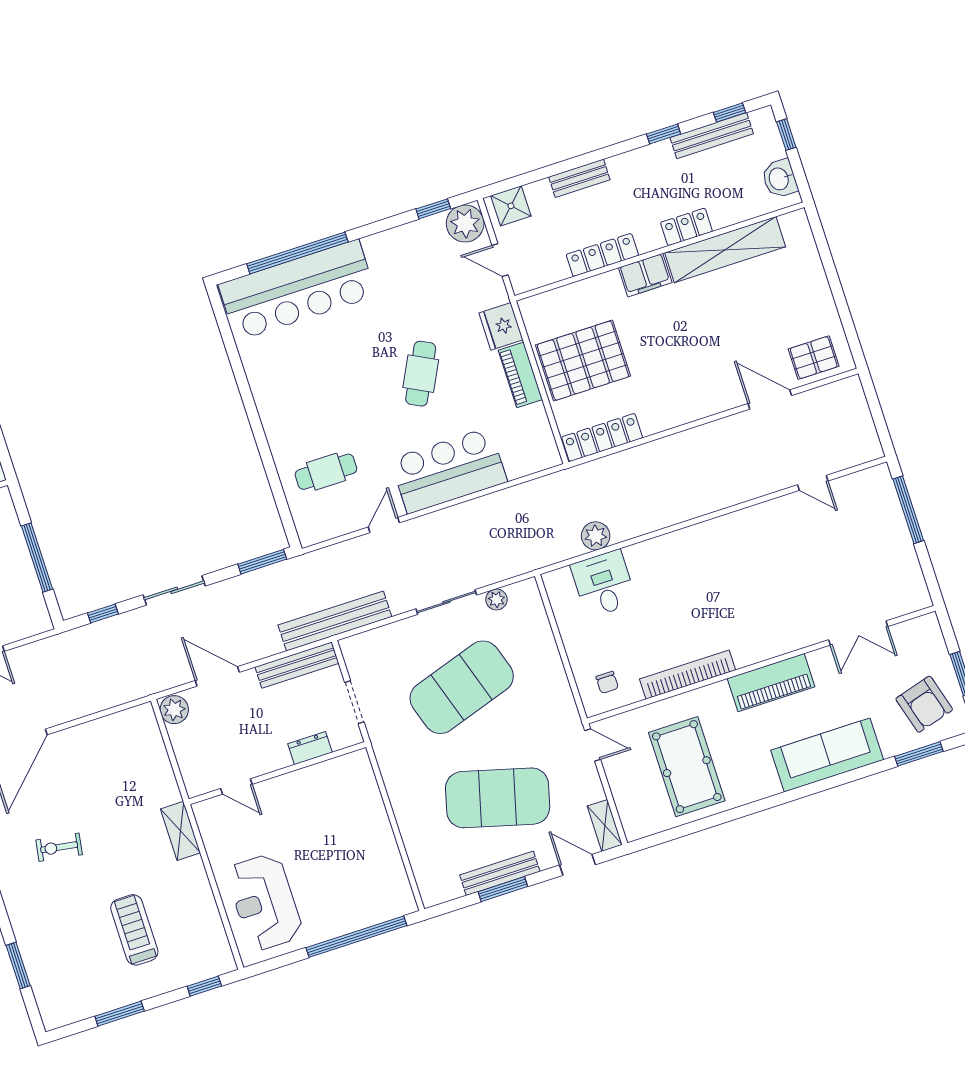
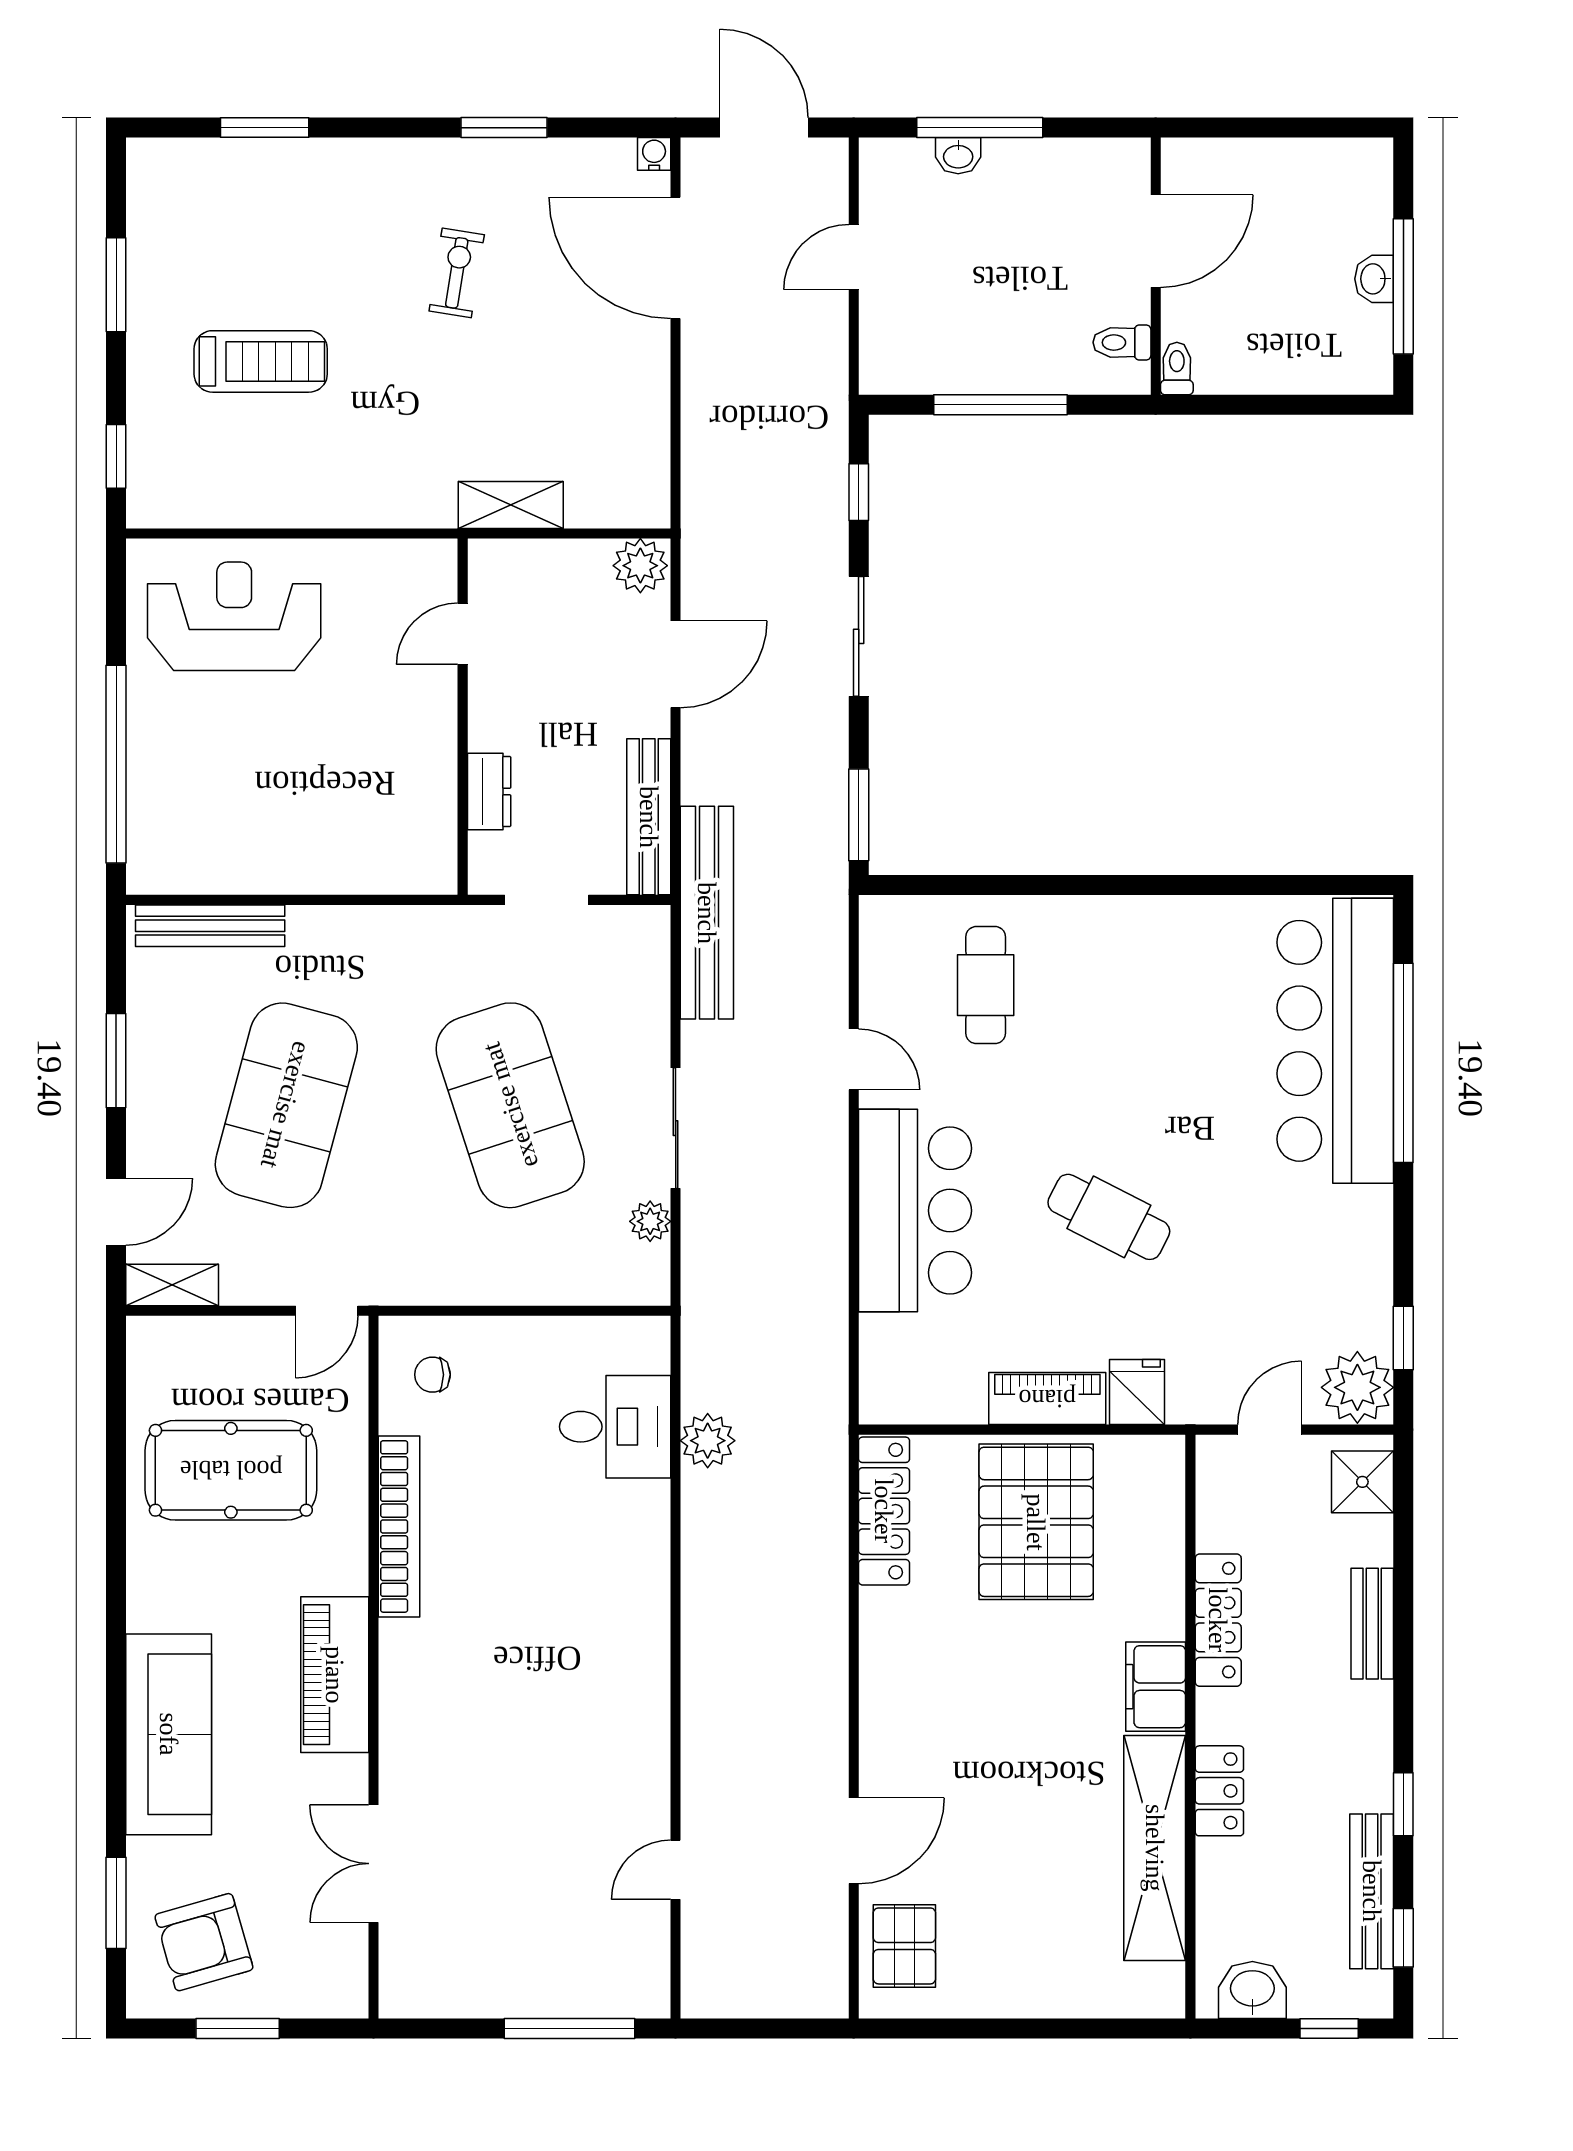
fridge: (501, 326) -> (1137, 1392), width x0.72
shelving: (180, 831) -> (511, 505), moved
bench: (500, 873) -> (210, 926), moved, turned 90

